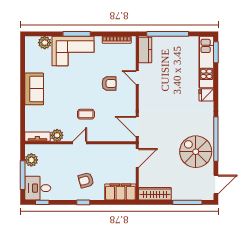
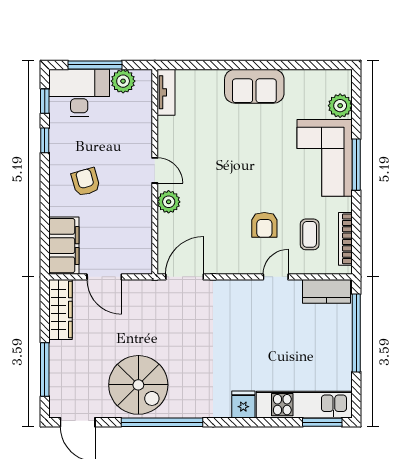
coffee table: (86, 114) -> (310, 234), moved
plant: (57, 135) -> (169, 202), moved
spiral stairs: (196, 152) -> (138, 385), turned 90
door: (137, 158) -> (104, 277), moved
desk: (38, 188) -> (79, 93), width x1.37
window: (83, 202) -> (45, 140), moved

